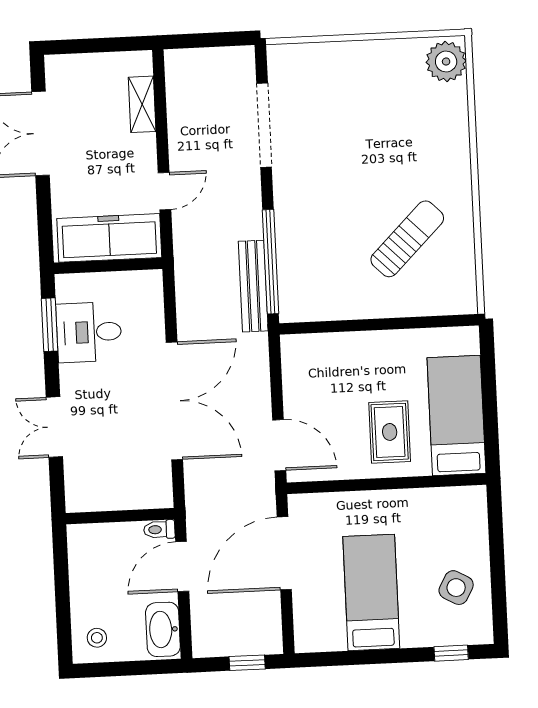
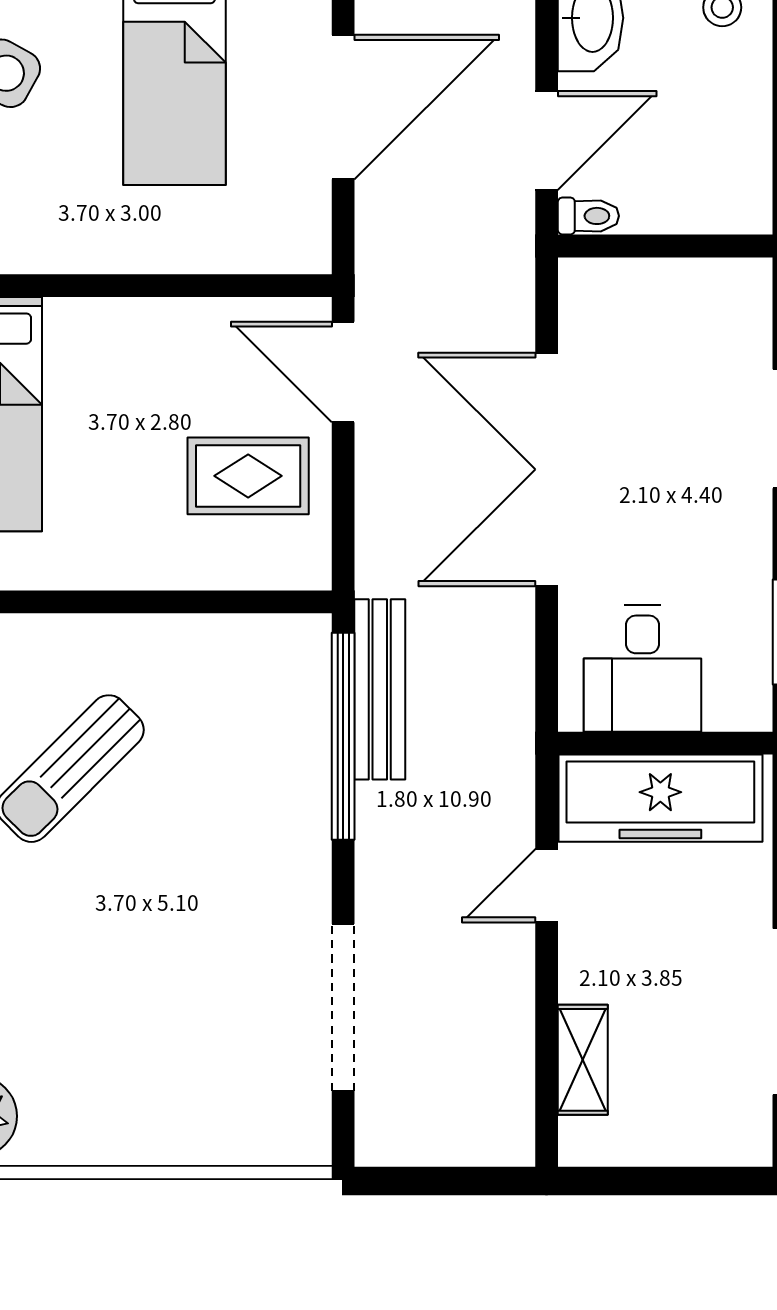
desk: (89, 332) -> (642, 669), moved, turned 90
rug: (390, 432) -> (248, 476), moved, turned 90
door: (284, 553) -> (343, 107), moved

